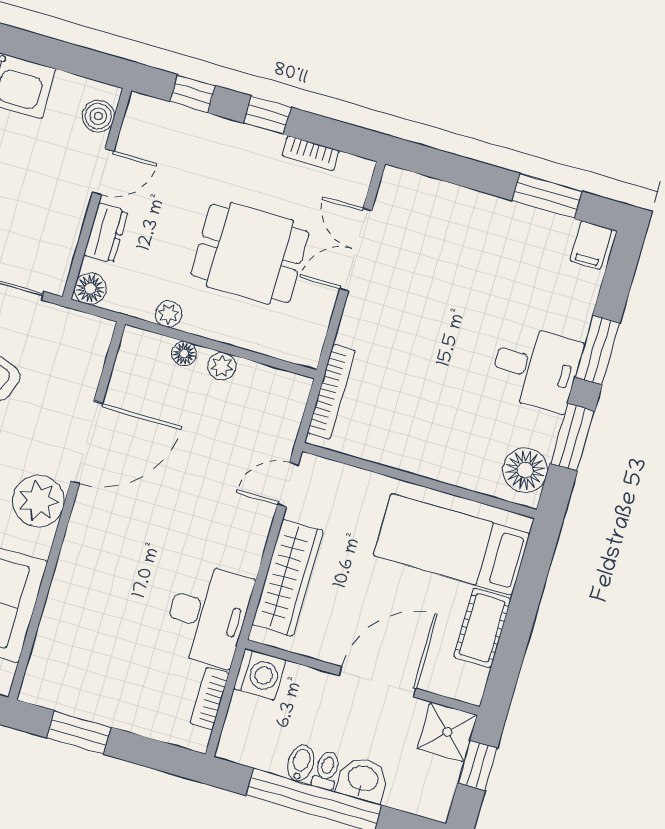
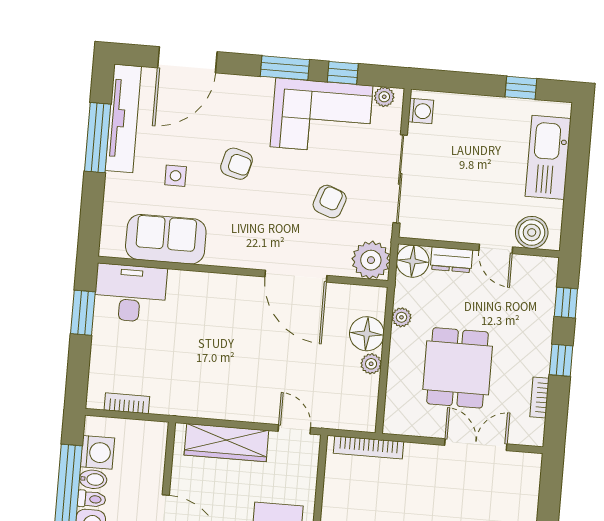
boiler: (98, 116) -> (532, 232), width x1.36, depth x1.36
floor lamp: (90, 289) -> (413, 261), width x1.38, depth x1.38
floor lamp: (184, 354) -> (367, 334), width x1.89, depth x1.89
plant: (38, 501) -> (371, 260), moved
desk: (207, 615) -> (130, 293), moved, turned 180
washing machine: (260, 674) -> (97, 452), moved, turned -90

